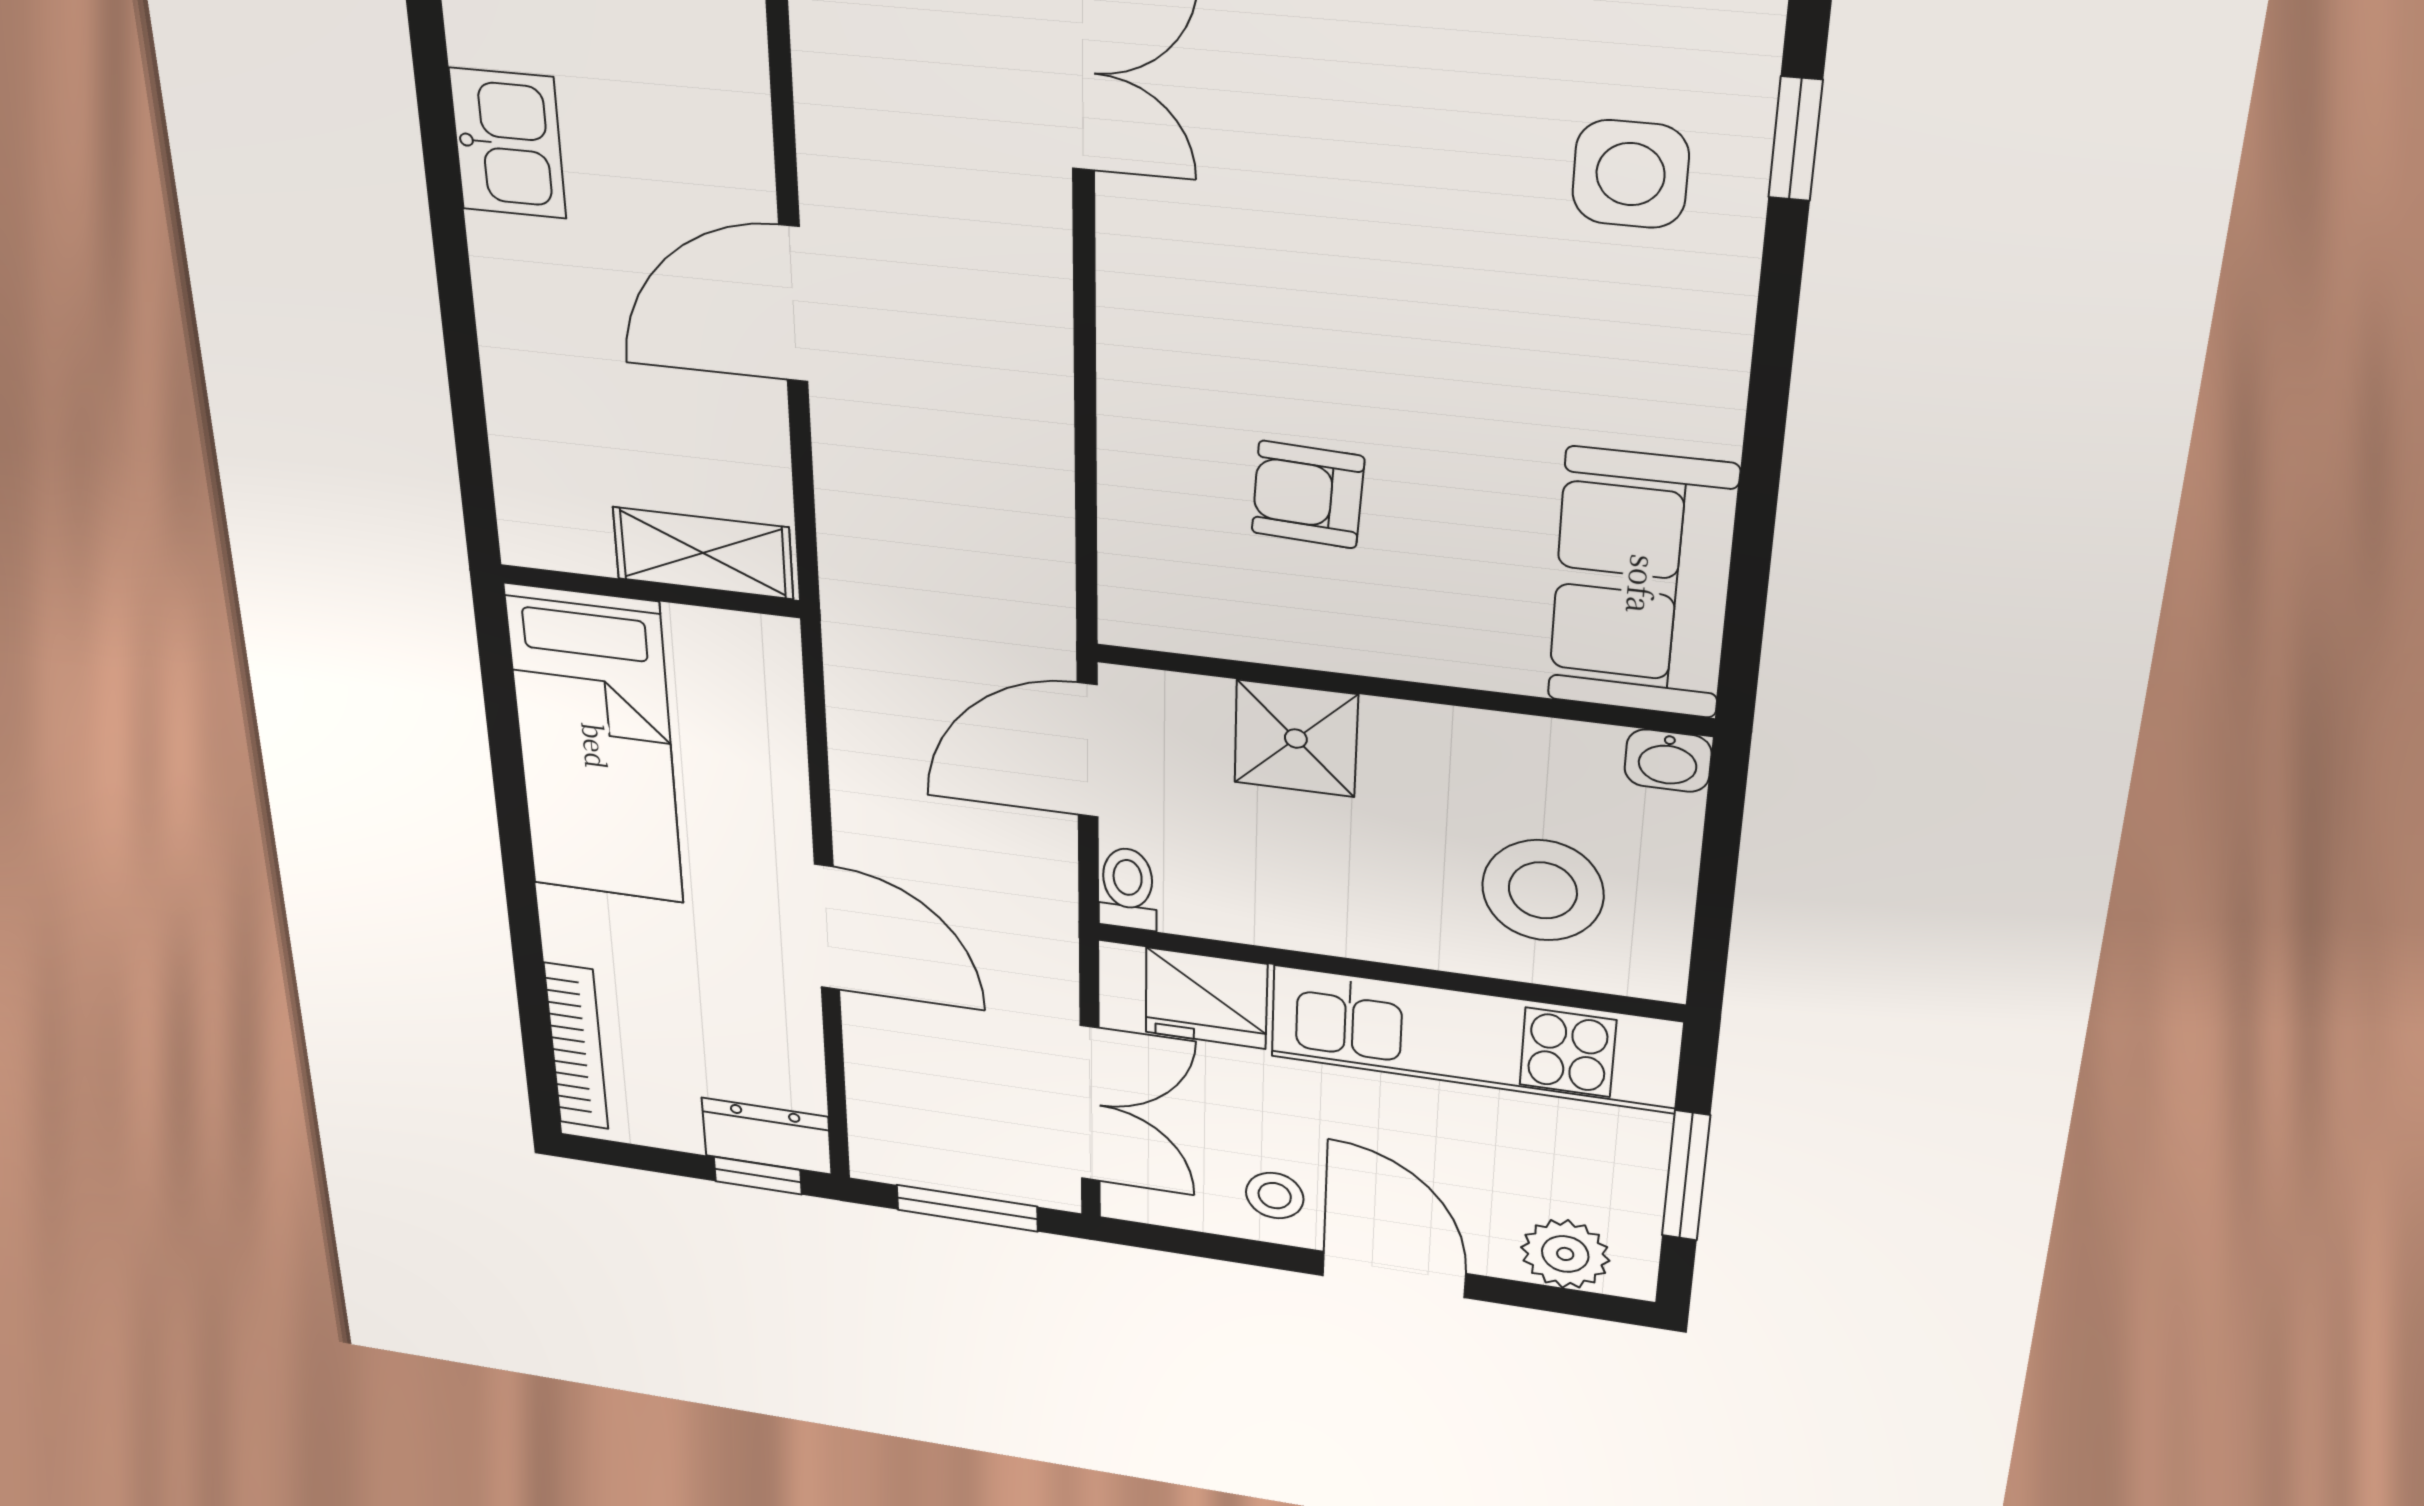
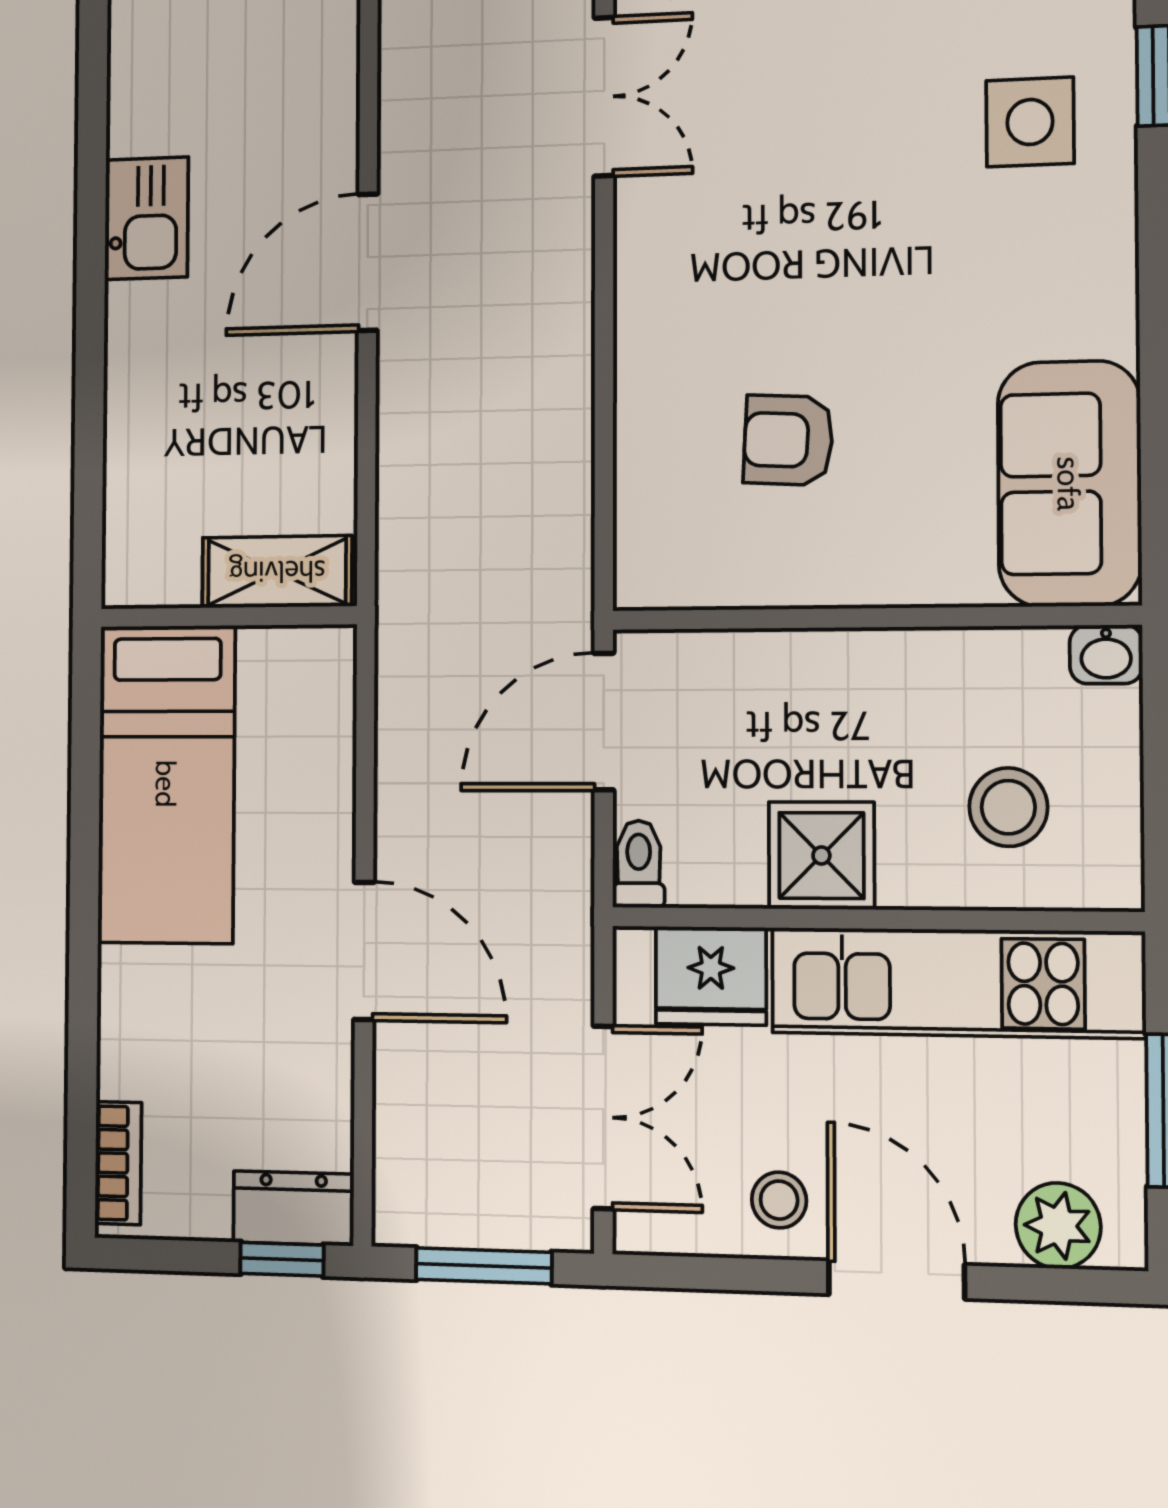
door: (793, 304) -> (368, 262), moved
shower: (1296, 739) -> (821, 856), moved
stool: (1543, 890) -> (1008, 807), width x0.73, depth x0.73
bookcase: (576, 1047) -> (118, 1163), width x0.64

